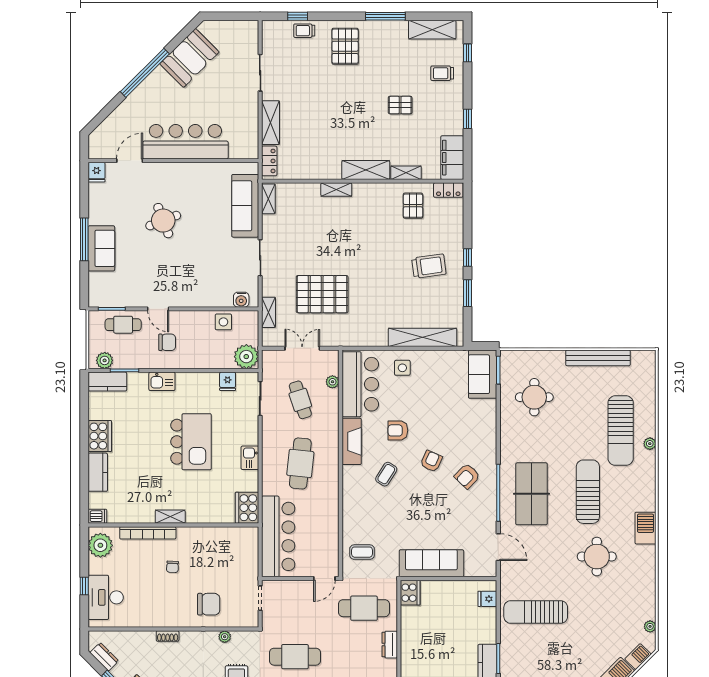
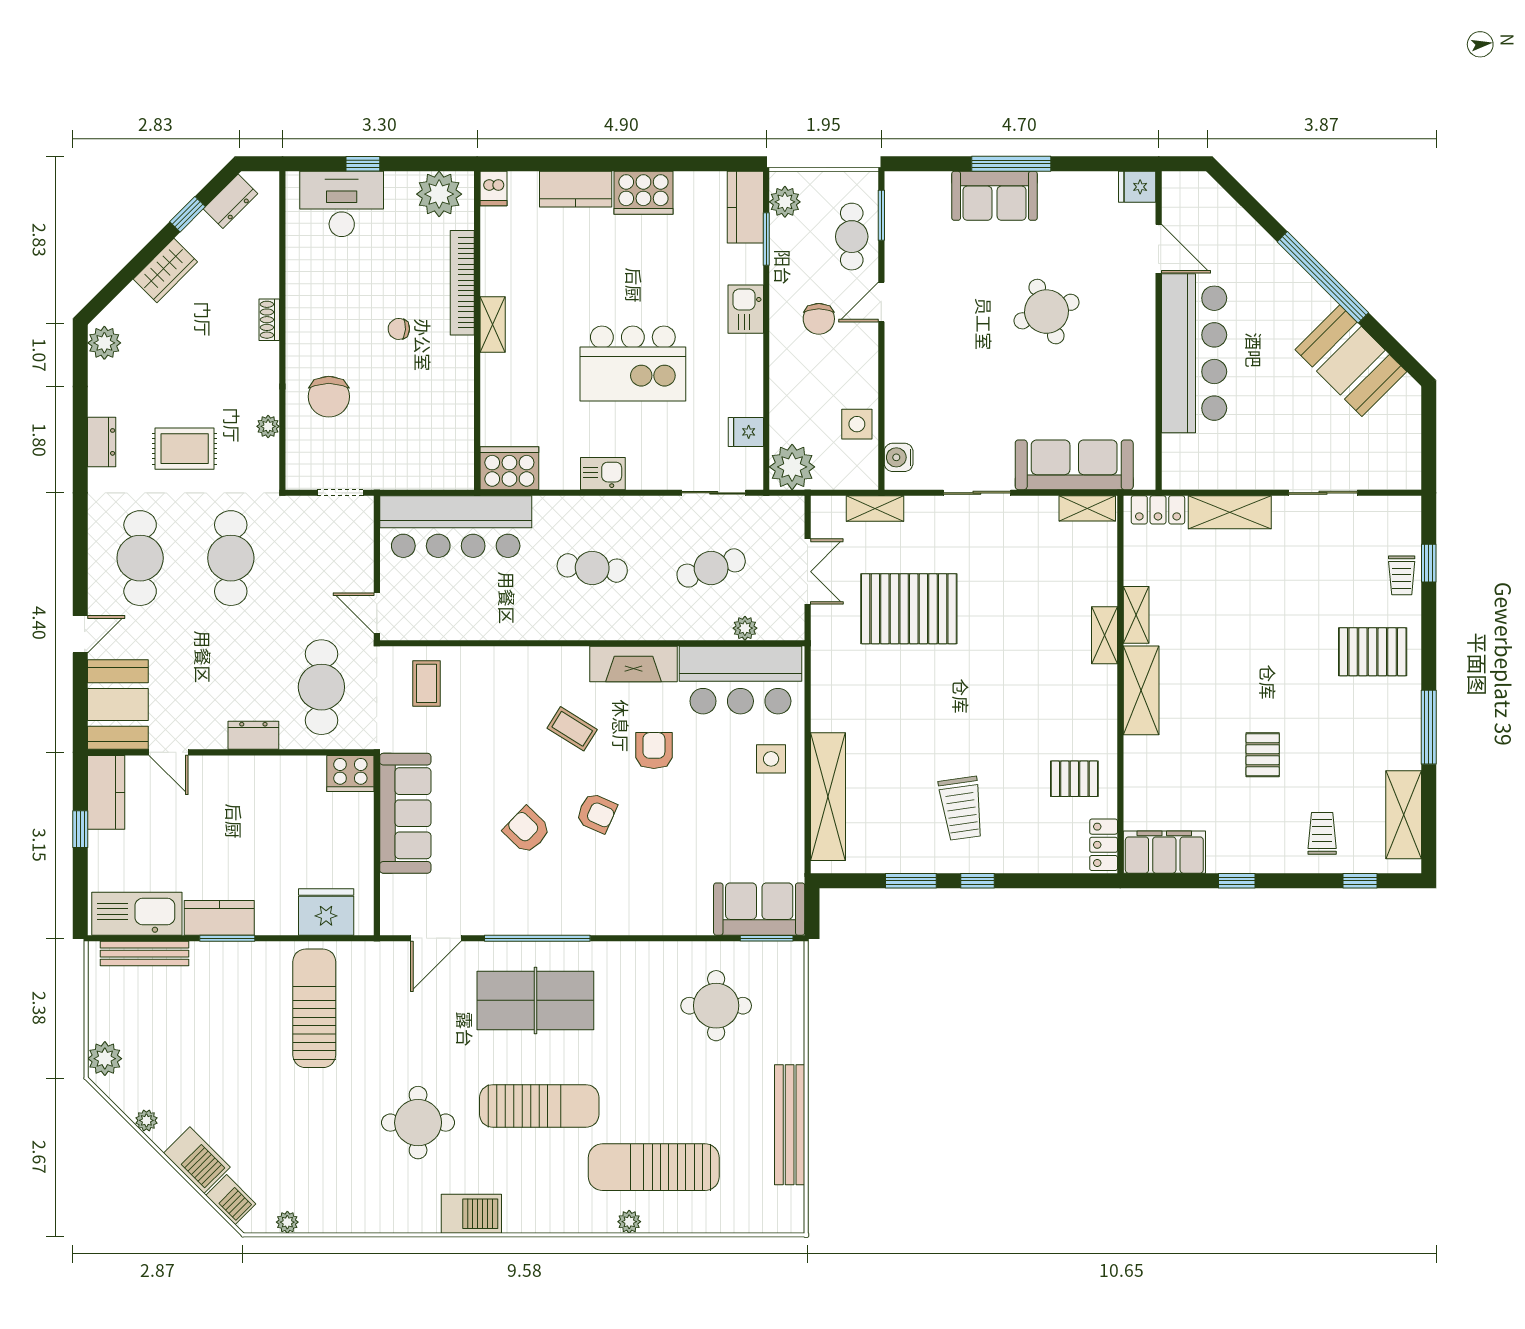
trolley: (304, 31) -> (1402, 575), turned 180
shelving: (406, 173) -> (1136, 615), moved
pallet: (322, 294) -> (909, 609), turned 90
cafe table: (300, 463) -> (592, 568), width x0.73, depth x0.74
armchair: (467, 476) -> (527, 830), moved
fridge: (487, 599) -> (326, 912), width x1.88, depth x1.34

